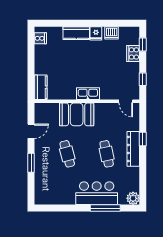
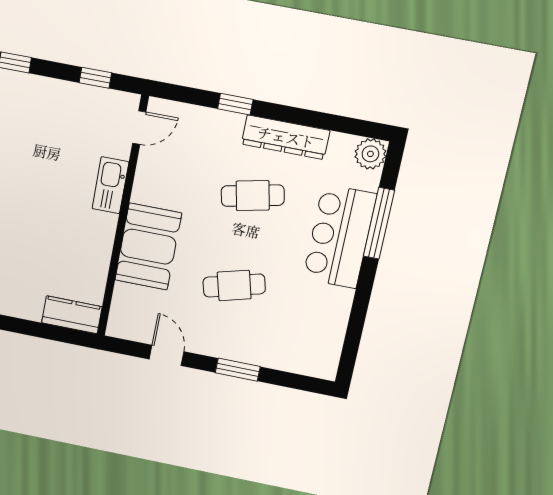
cooker: (133, 53) -> (32, 89), removed
kitchen sink: (88, 94) -> (110, 185), moved
dresser: (133, 149) -> (286, 137), moved

